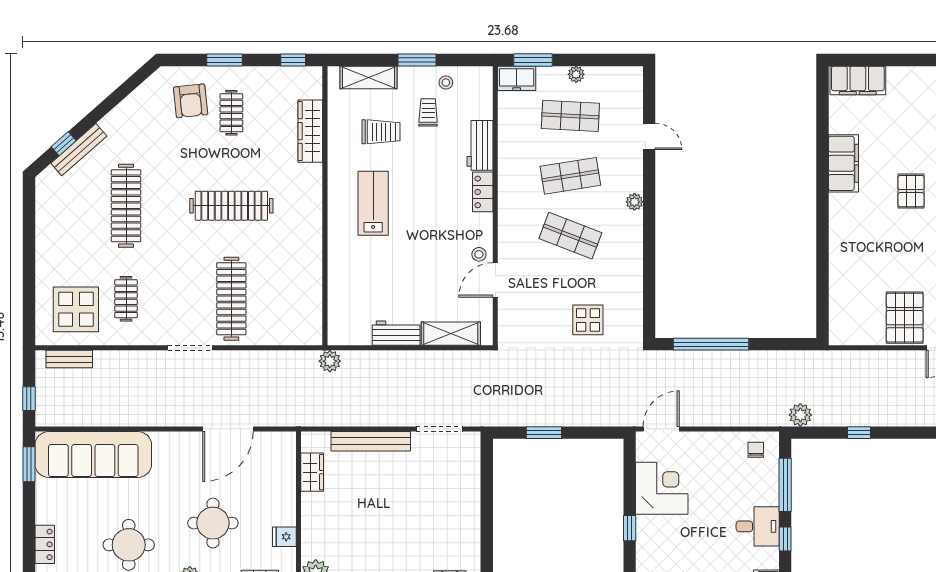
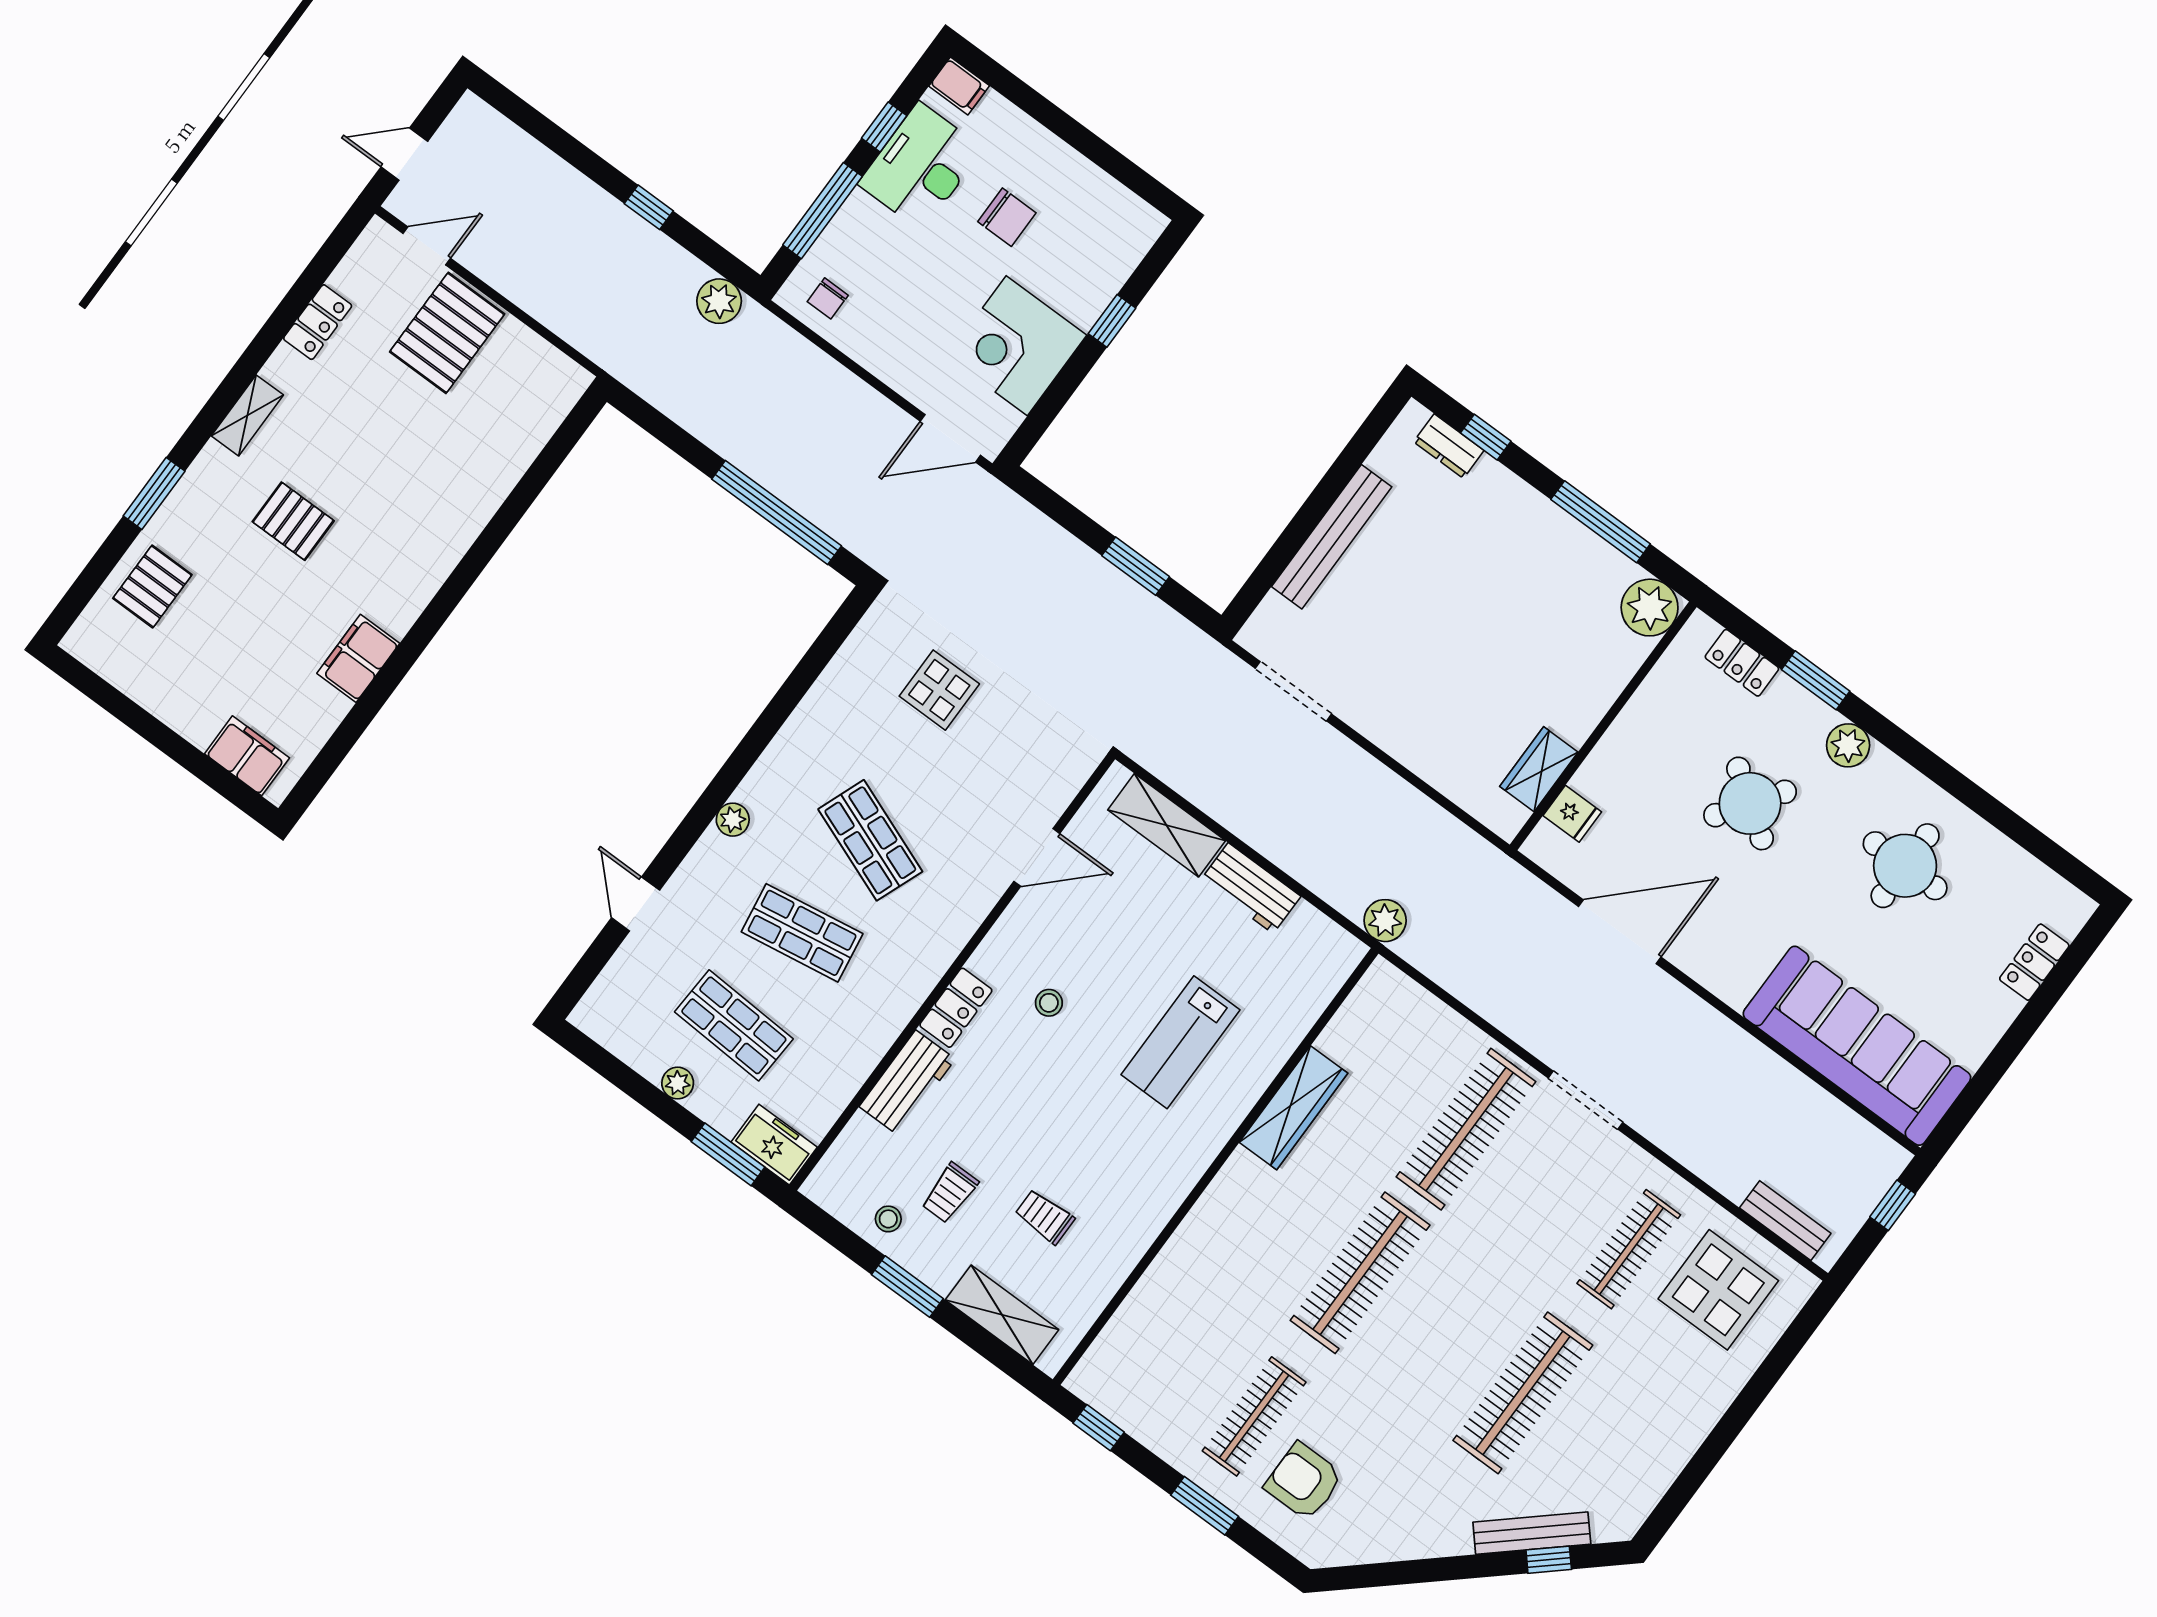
filing cabinet: (858, 80) -> (247, 756), width x0.67, depth x0.86
armchair: (191, 101) -> (1304, 1481), turned -84
clothes rail: (231, 113) -> (1254, 1416), width x1.36
wardrobe: (310, 131) -> (1294, 1108), moved
trolley: (381, 132) -> (1045, 1217), width x0.73, depth x0.72
filing cabinet: (843, 163) -> (358, 658), width x0.67, depth x0.86
pallet: (911, 191) -> (293, 521), turned 90
lab bench: (373, 203) -> (1180, 1042), moved
clothes rail: (231, 206) -> (1360, 1273), turned 90
stool: (479, 254) -> (1049, 1003), moved
clothes rail: (126, 299) -> (1629, 1249), width x1.36
bench: (371, 441) -> (1332, 537), moved, turned 90
window: (29, 464) -> (1967, 1104), removed
round table: (213, 523) -> (1750, 803), turned 35
desk: (758, 526) -> (921, 166), width x1.37
fridge: (284, 537) -> (1572, 814), moved
chair: (706, 539) -> (1007, 217), added

